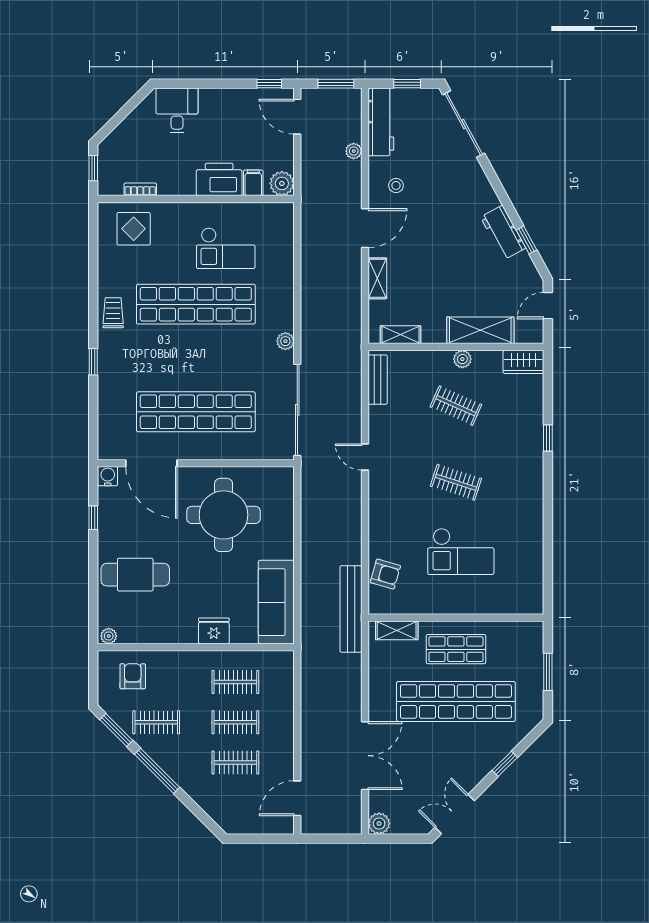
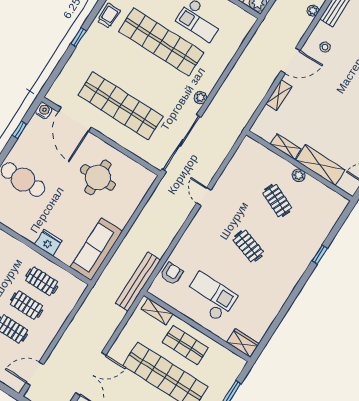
shelving: (401, 335) -> (286, 147), moved
wardrobe: (523, 362) -> (243, 343), moved, turned 180
bench: (378, 380) -> (241, 155), removed
round table: (224, 515) -> (98, 177), width x0.73, depth x0.73
checkout: (461, 551) -> (210, 297), moved, turned 180
armchair: (385, 574) -> (172, 274), turned -106

